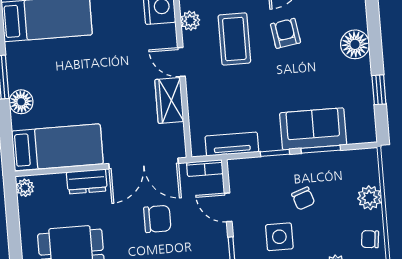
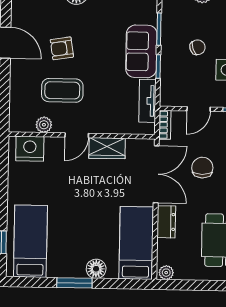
sofa: (313, 129) -> (141, 51), moved

